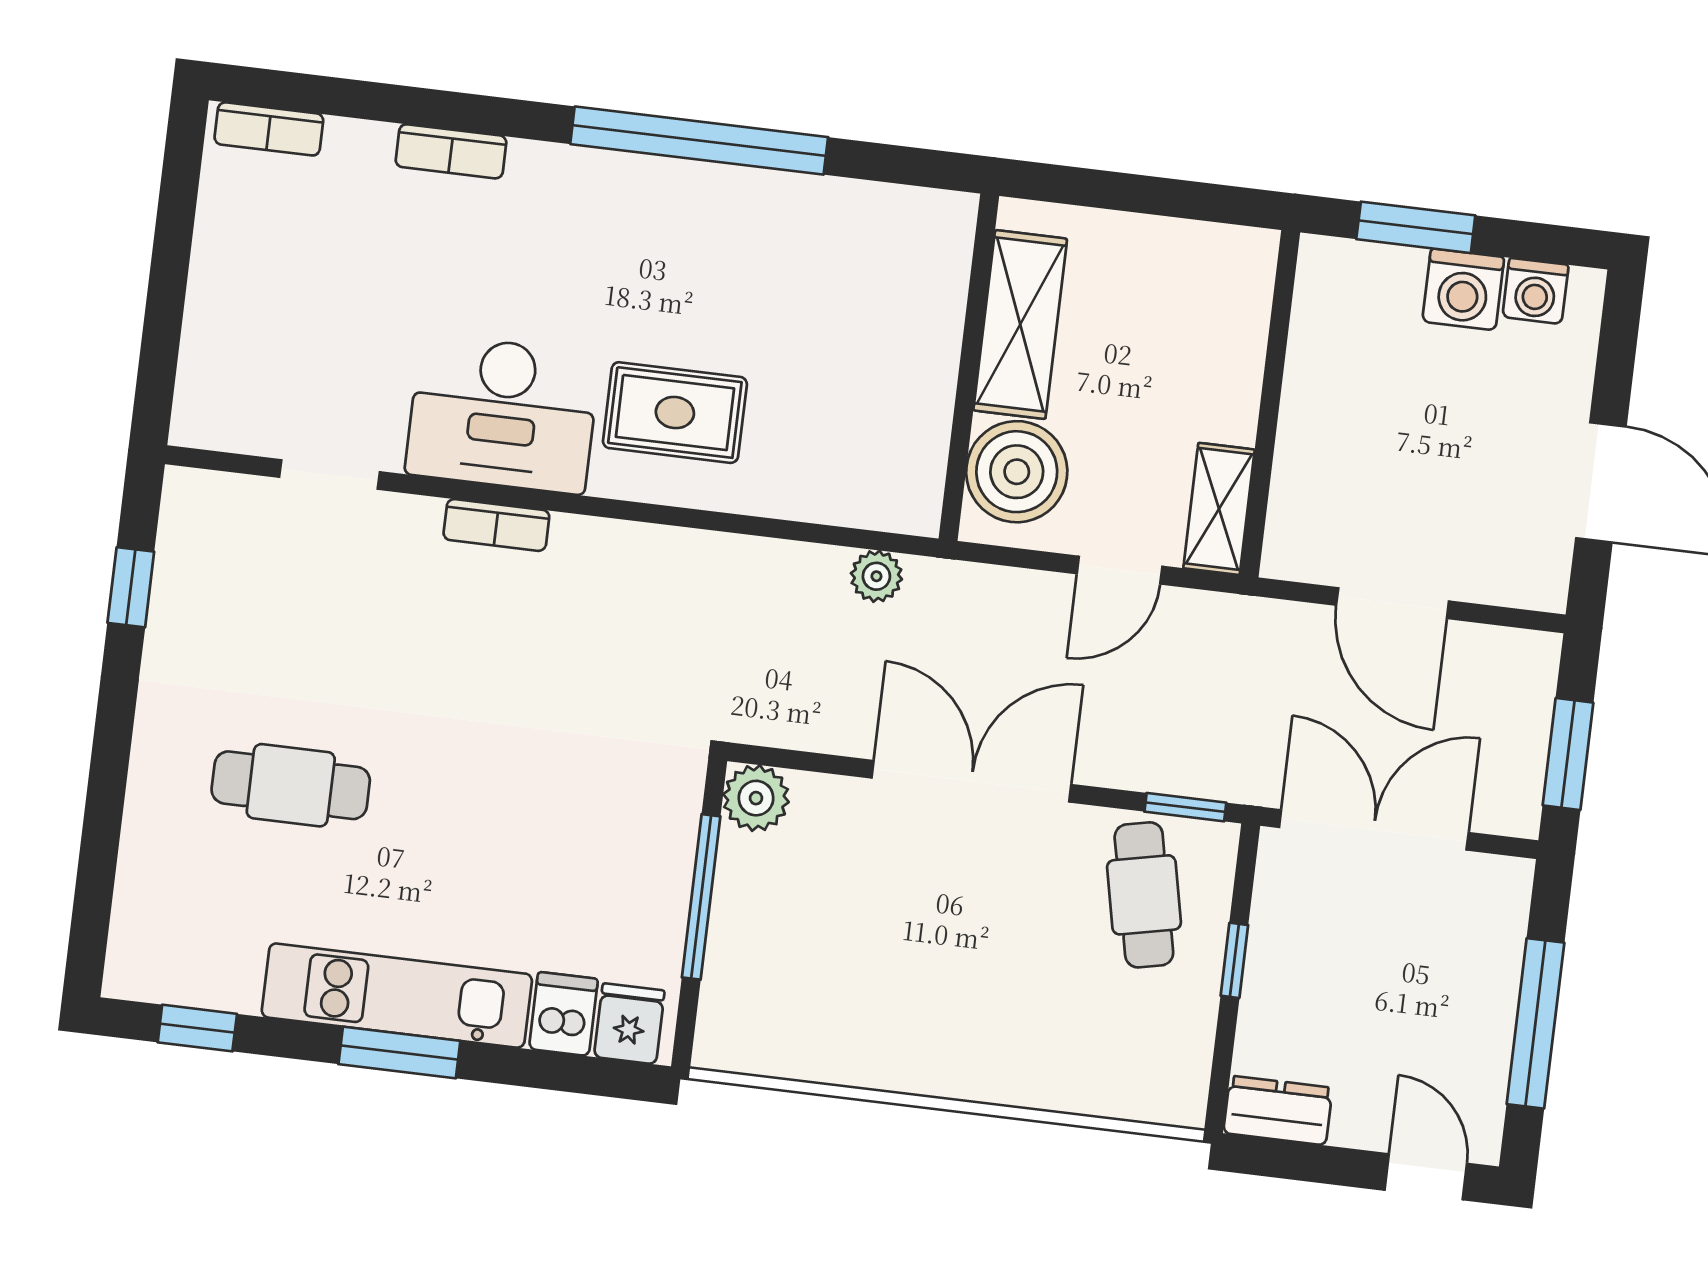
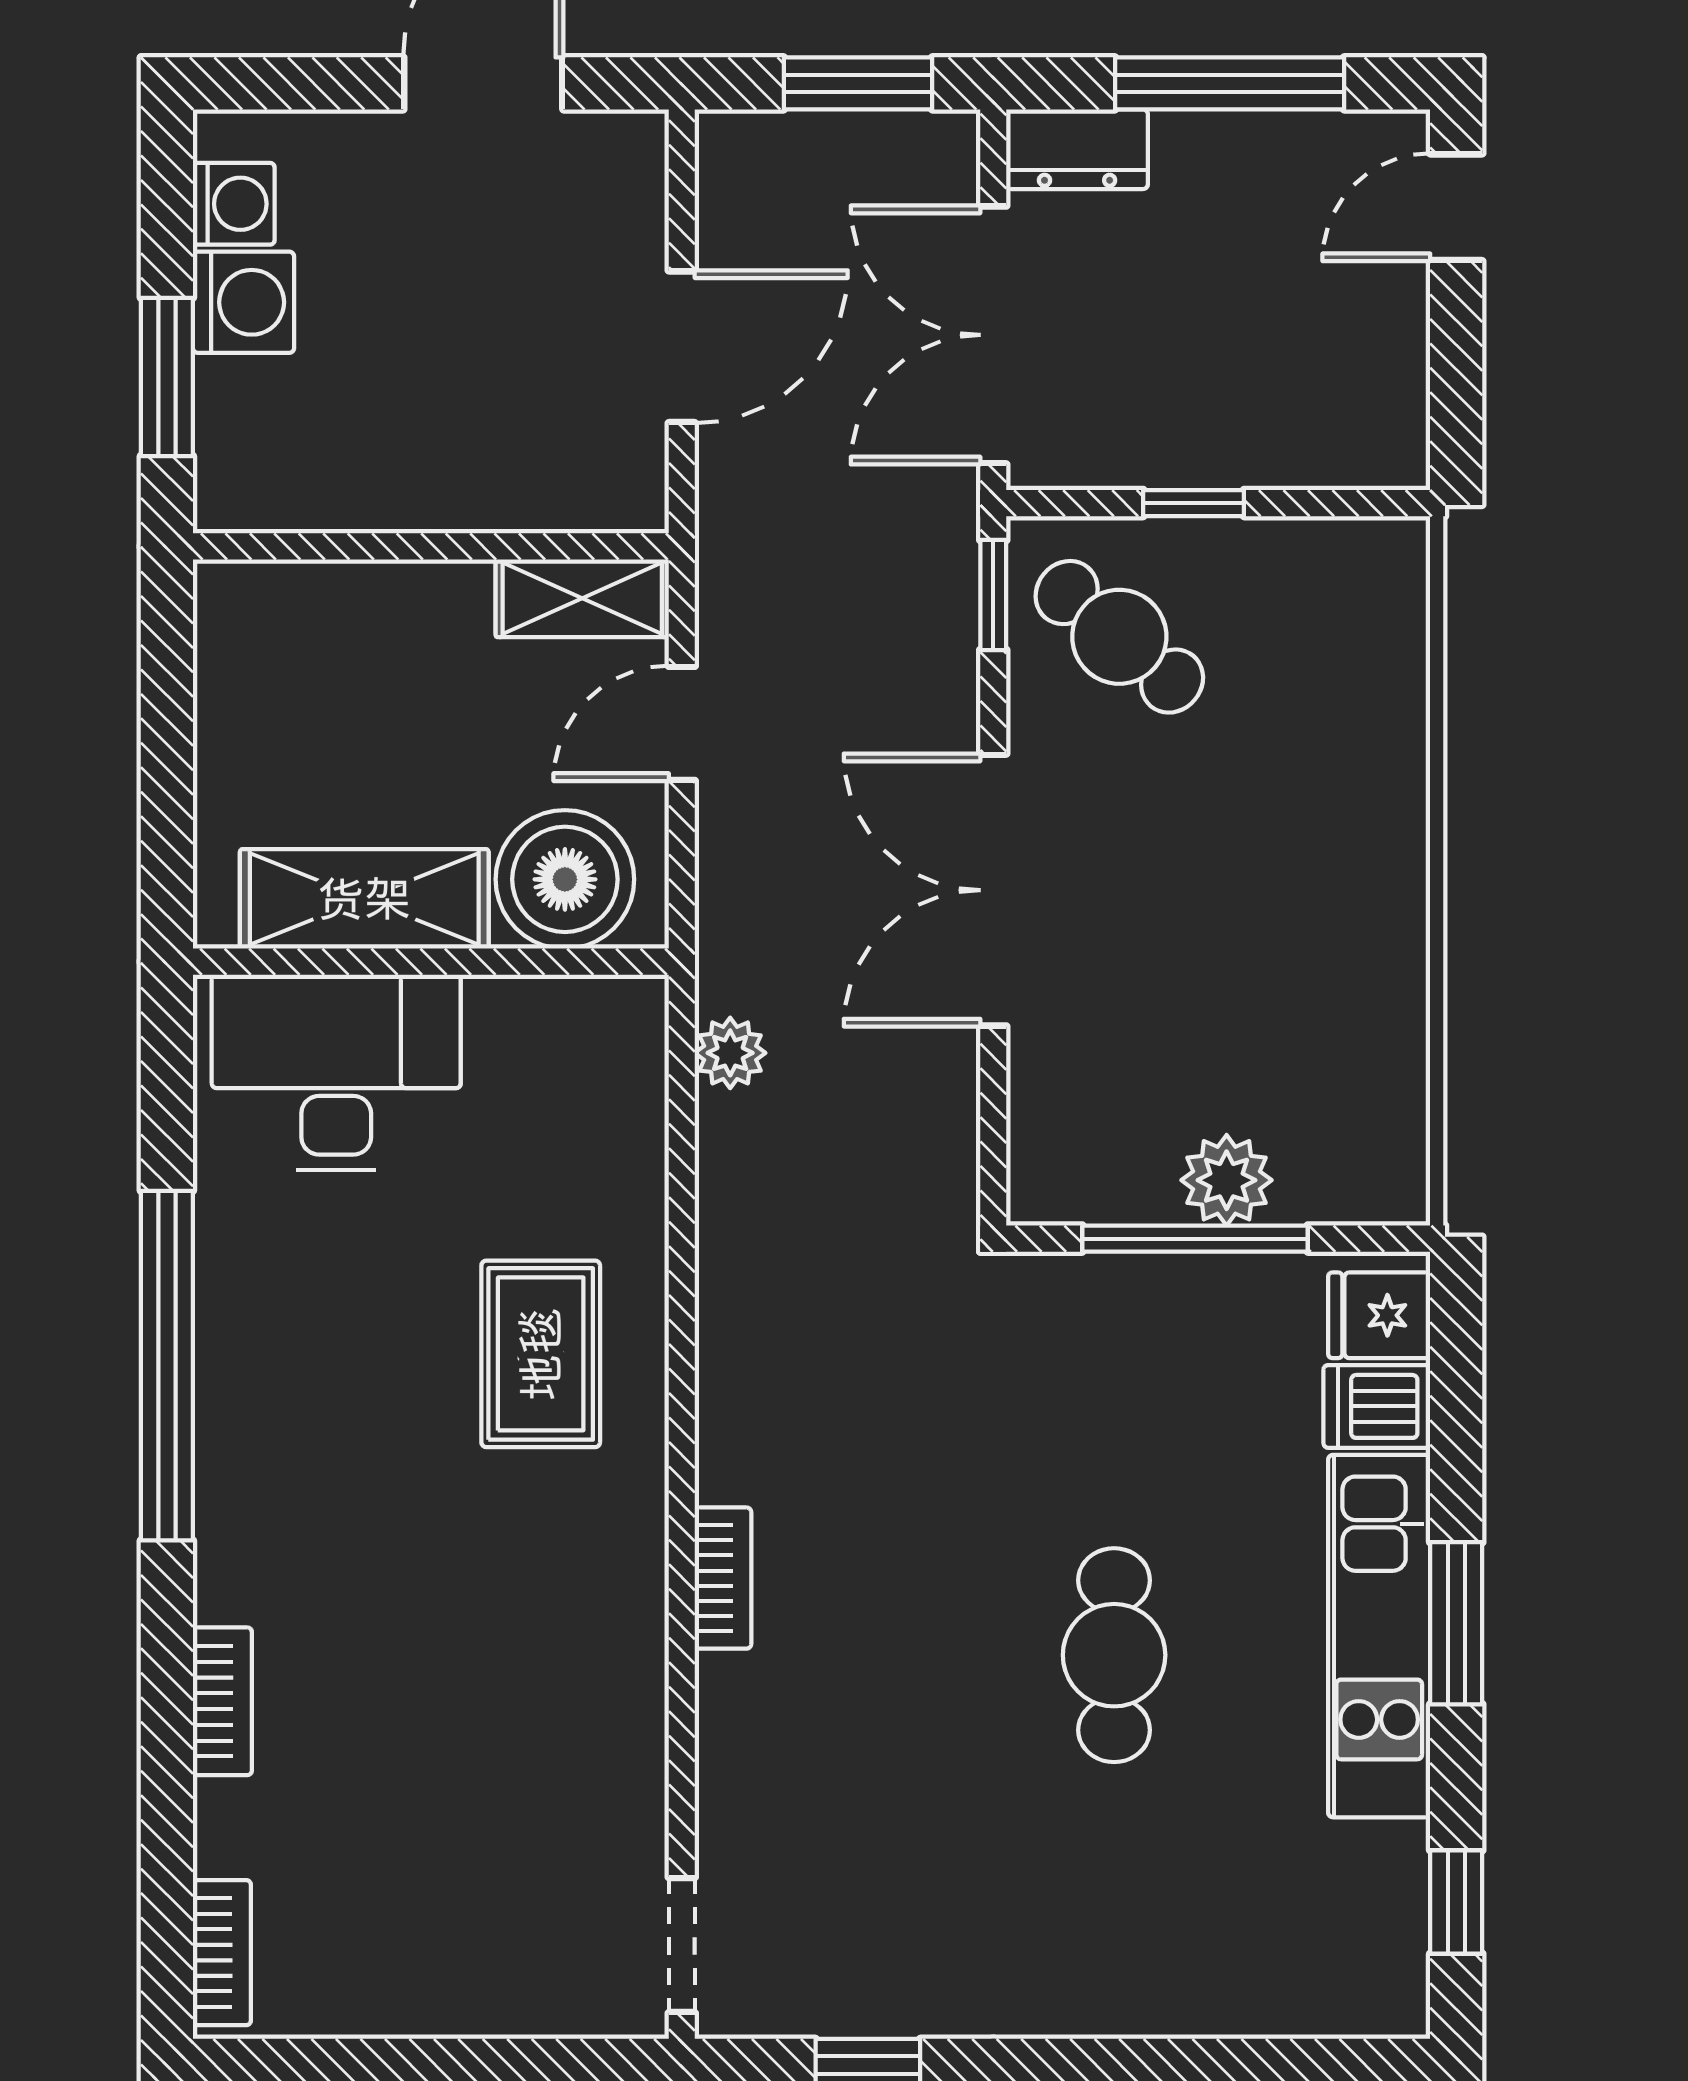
desk: (503, 414) -> (336, 1072), moved, turned -90
doorway: (329, 474) -> (682, 1945), moved
door: (1120, 570) -> (682, 723), swing flipped
cafe table: (291, 785) -> (1114, 1655), moved
plant: (756, 798) -> (1227, 1180), moved
cafe table: (1144, 895) -> (1119, 637), turned 52
dresser: (1278, 1110) -> (1077, 149), moved, turned -90

